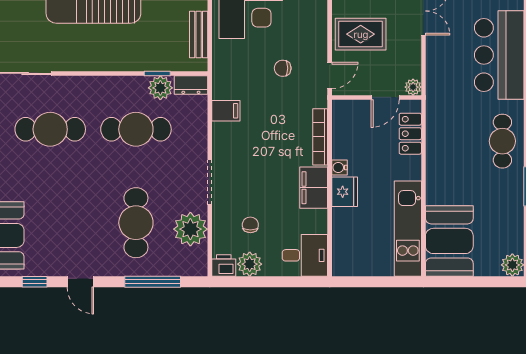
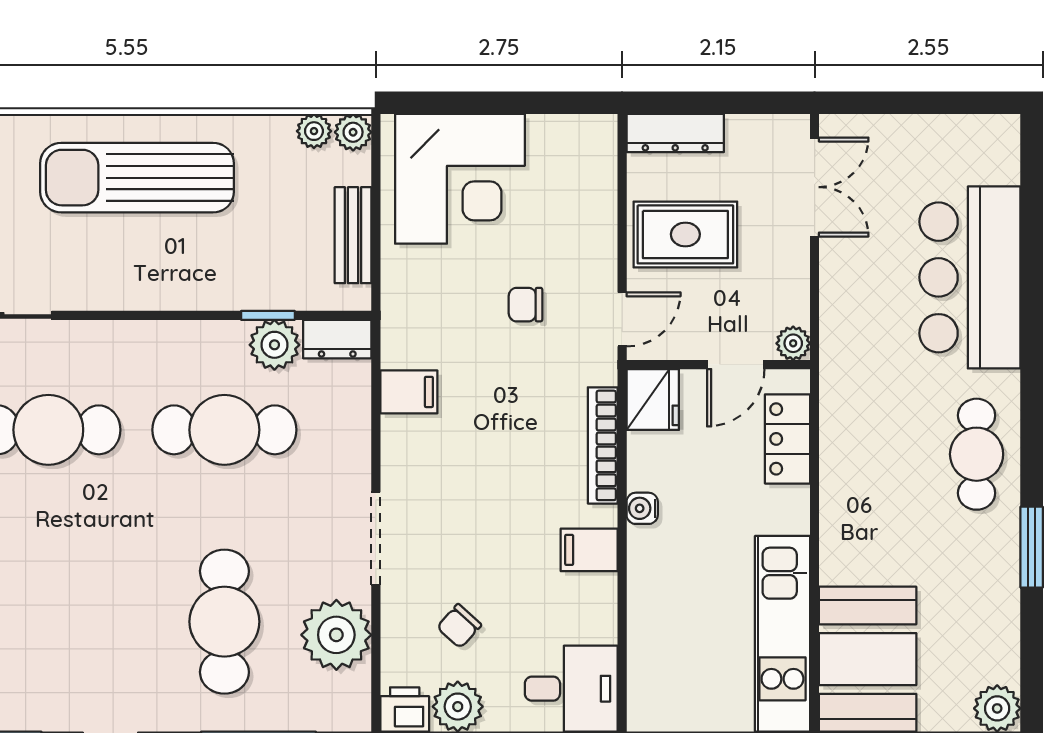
filing cabinet: (314, 188) -> (589, 550), width x0.50
fridge: (345, 192) -> (653, 399), moved
chair: (250, 225) -> (459, 626), turned -138

